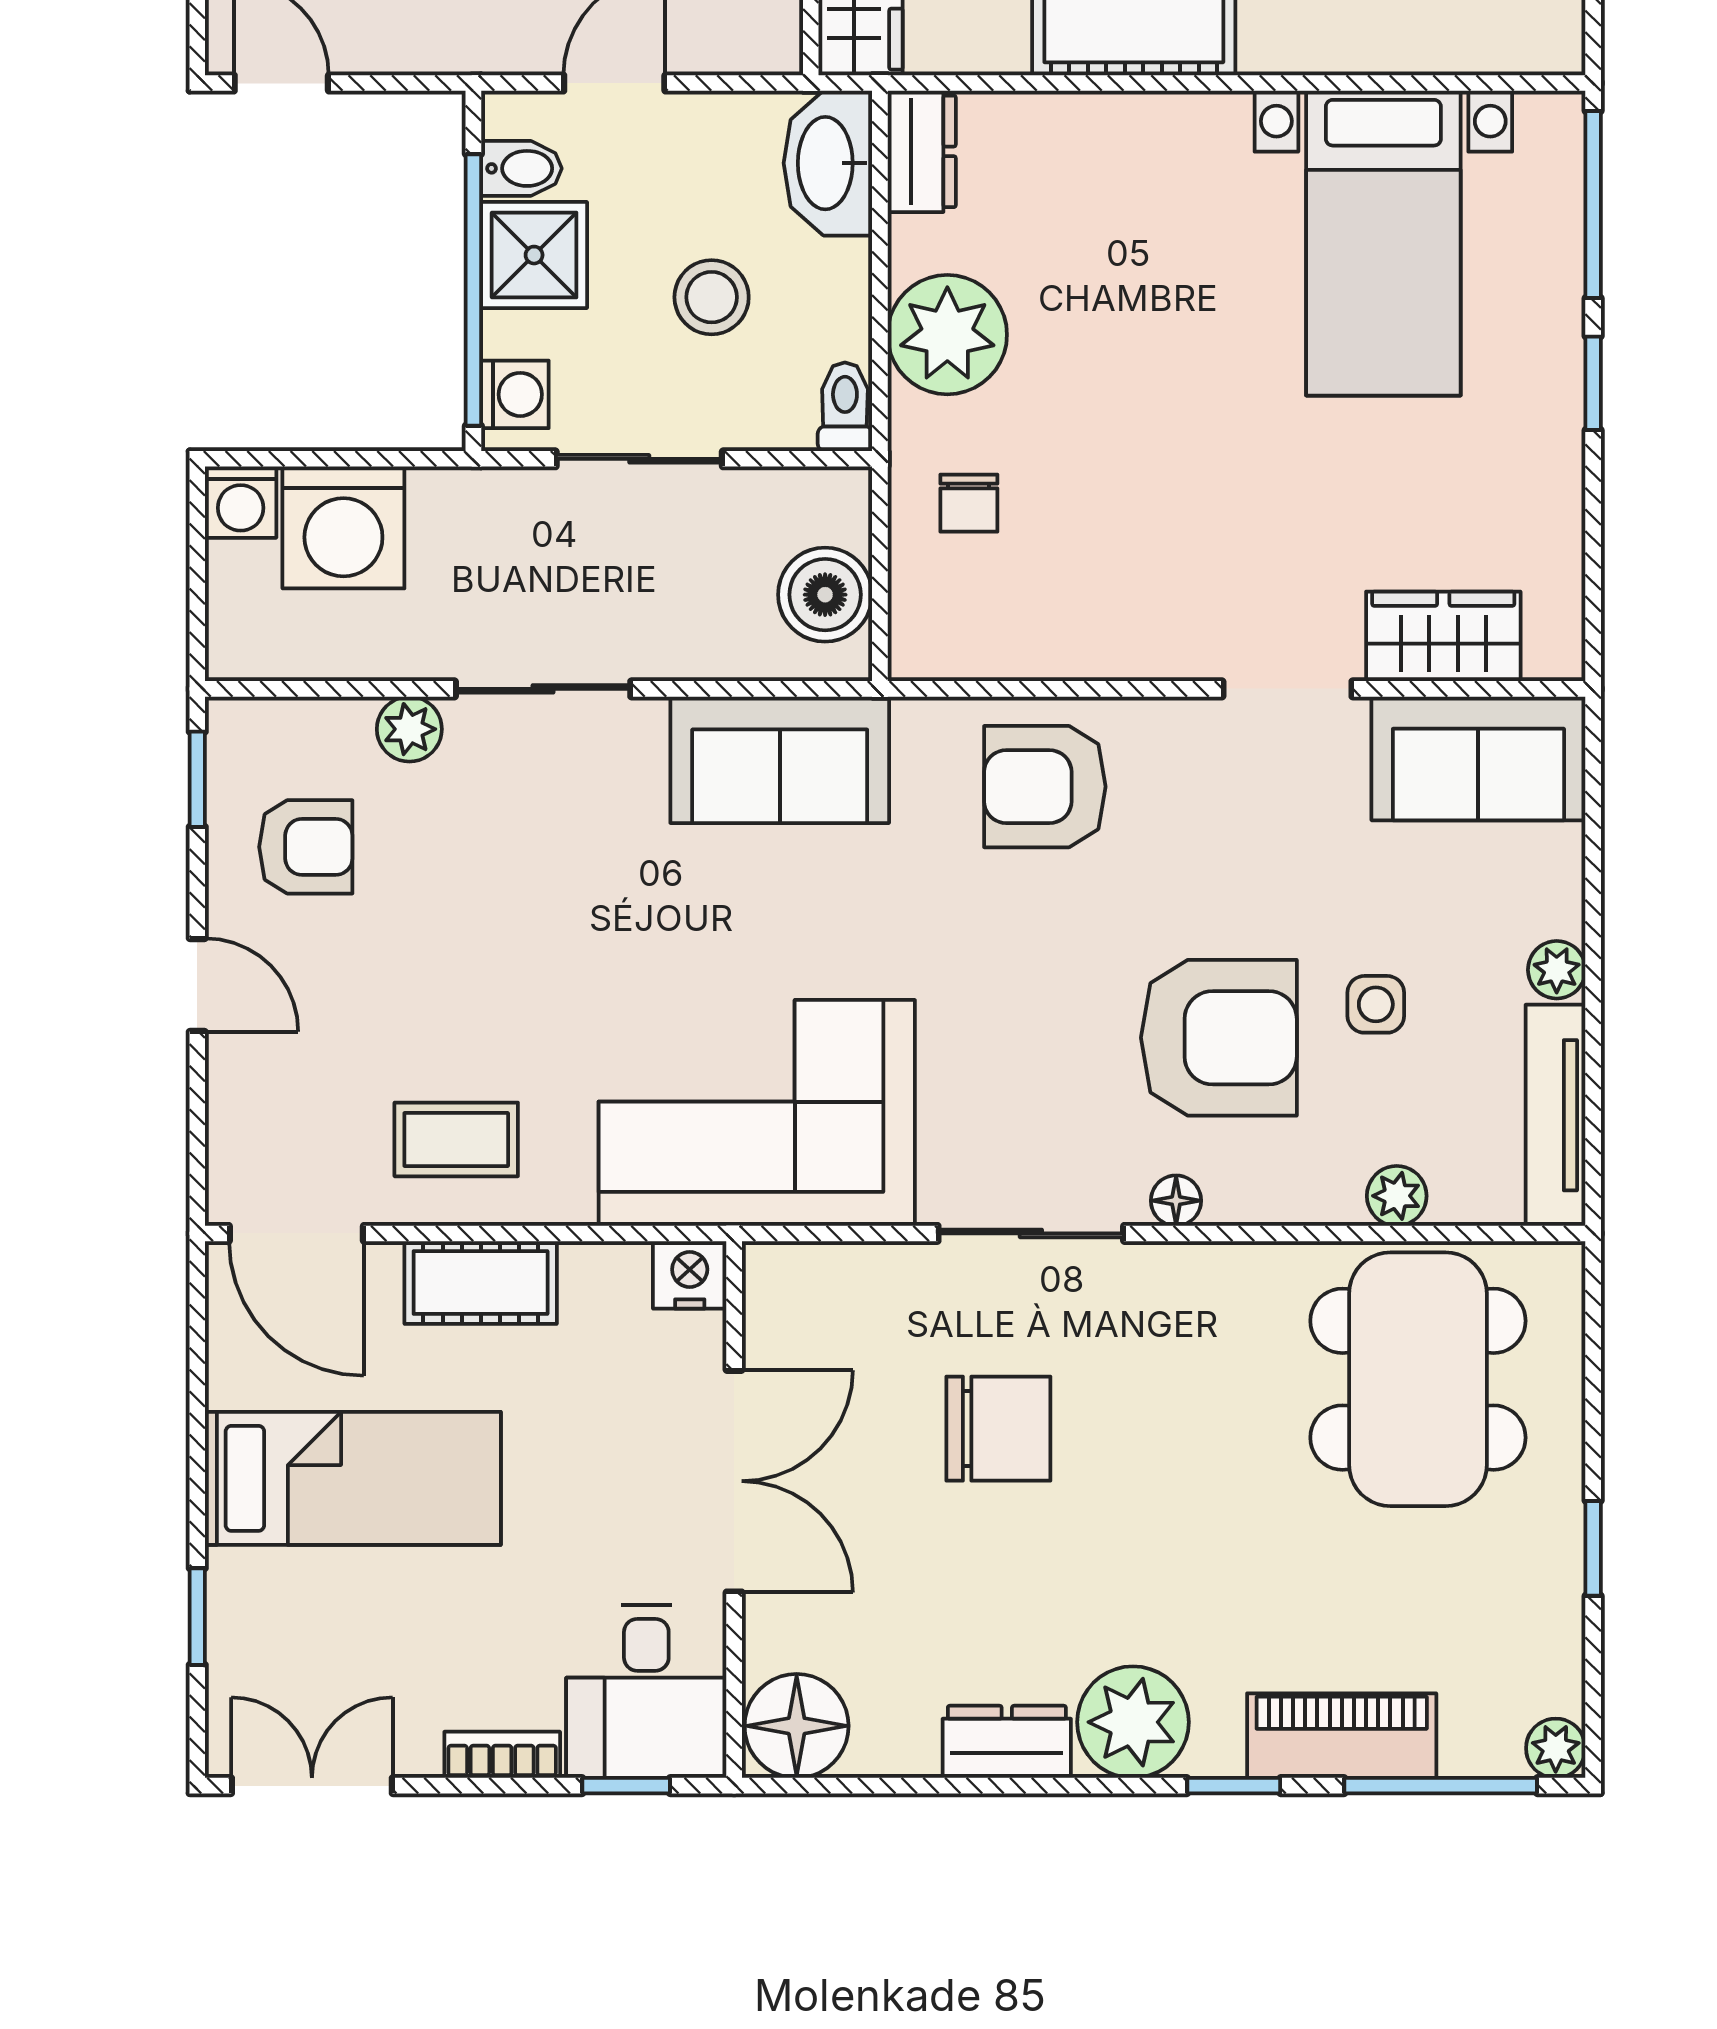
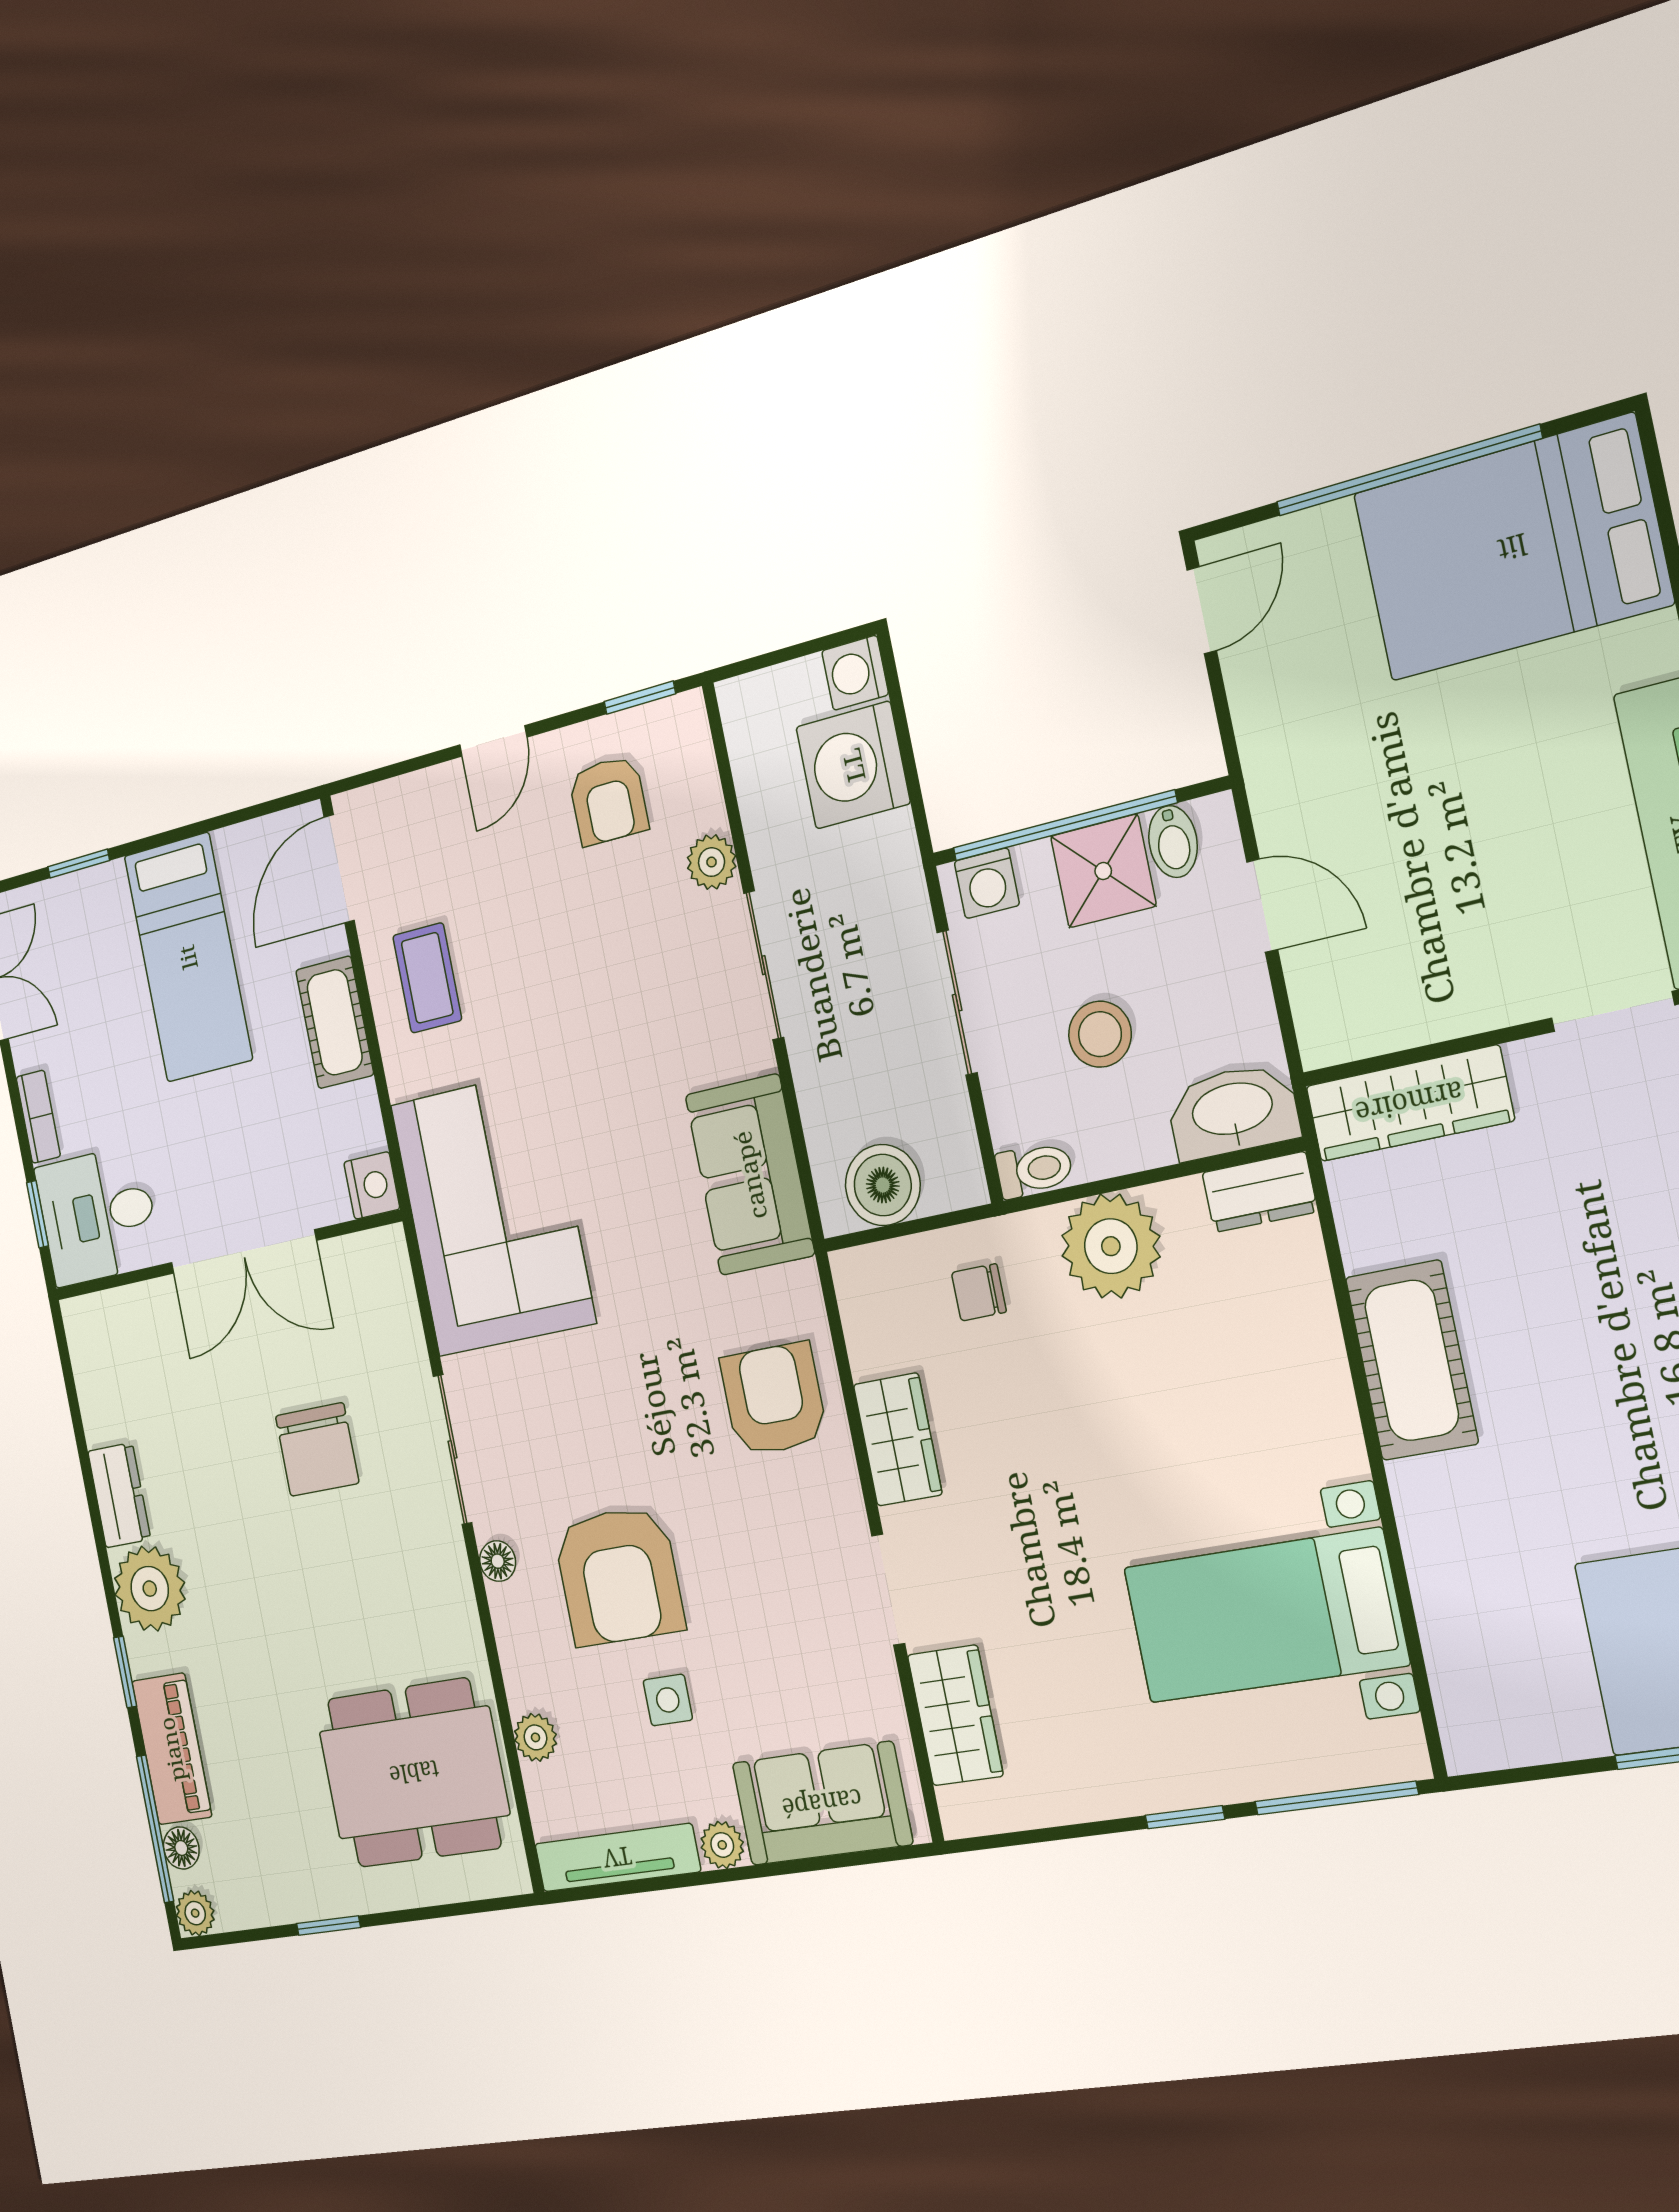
wardrobe: (1118, 639) -> (898, 1439), added
sofa: (1478, 758) -> (822, 1804), moved, turned 90
floor lamp: (797, 1726) -> (181, 1848), moved, width x0.53, depth x0.53

